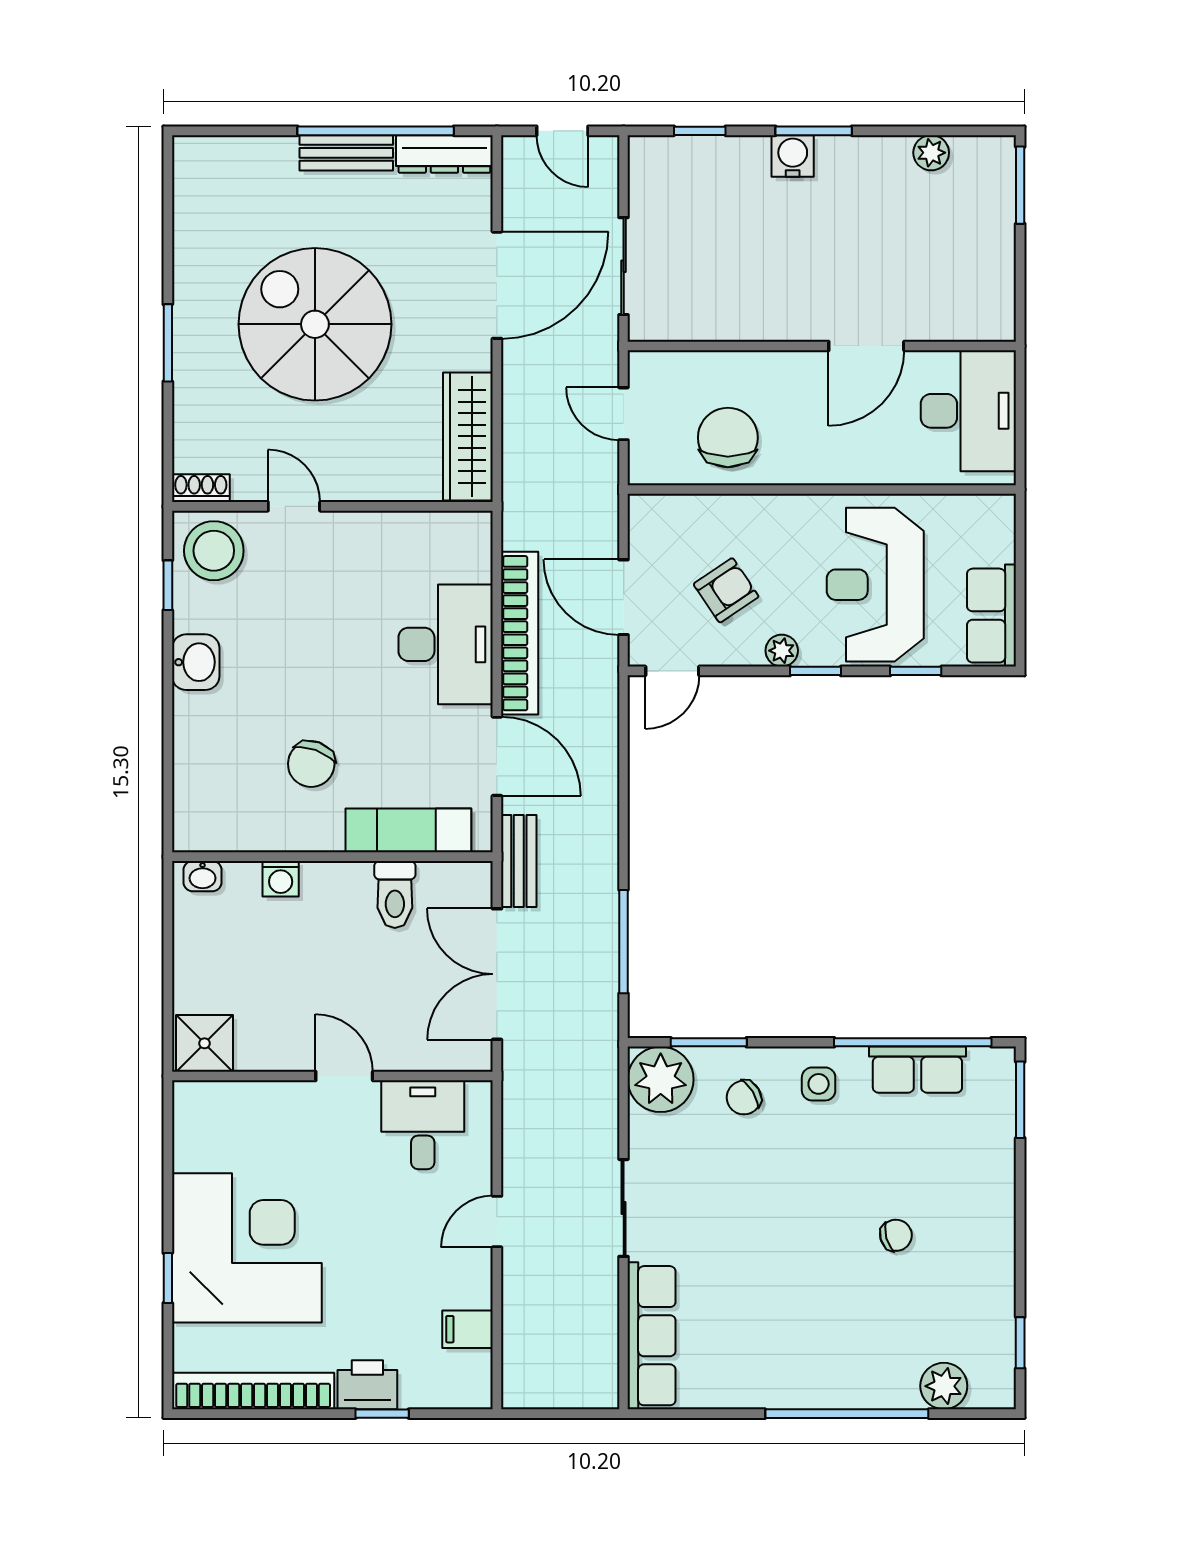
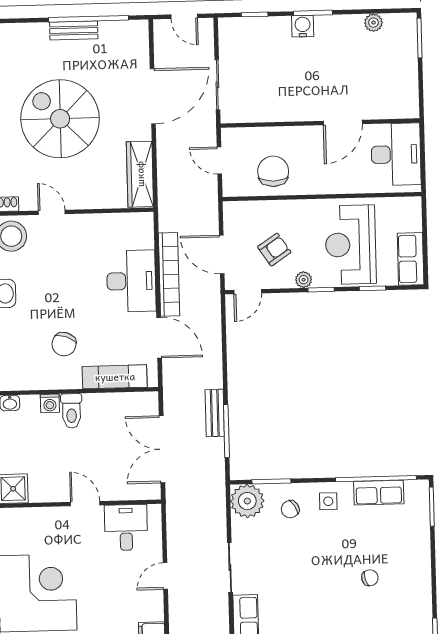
dresser: (444, 154) -> (124, 30), removed
bench: (519, 861) -> (215, 413), moved
toilet: (395, 894) -> (71, 411), moved

